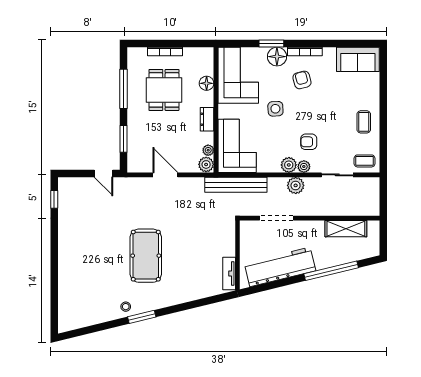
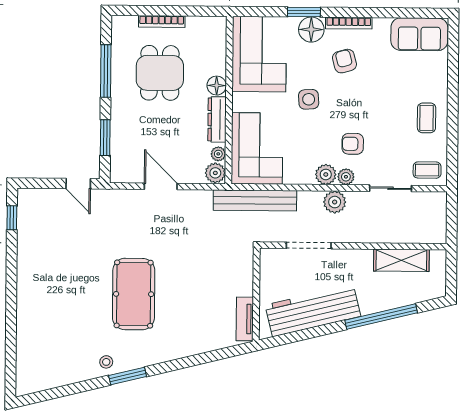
floor lamp: (207, 83) -> (217, 86), moved
dresser: (207, 119) -> (217, 119), width x1.44

